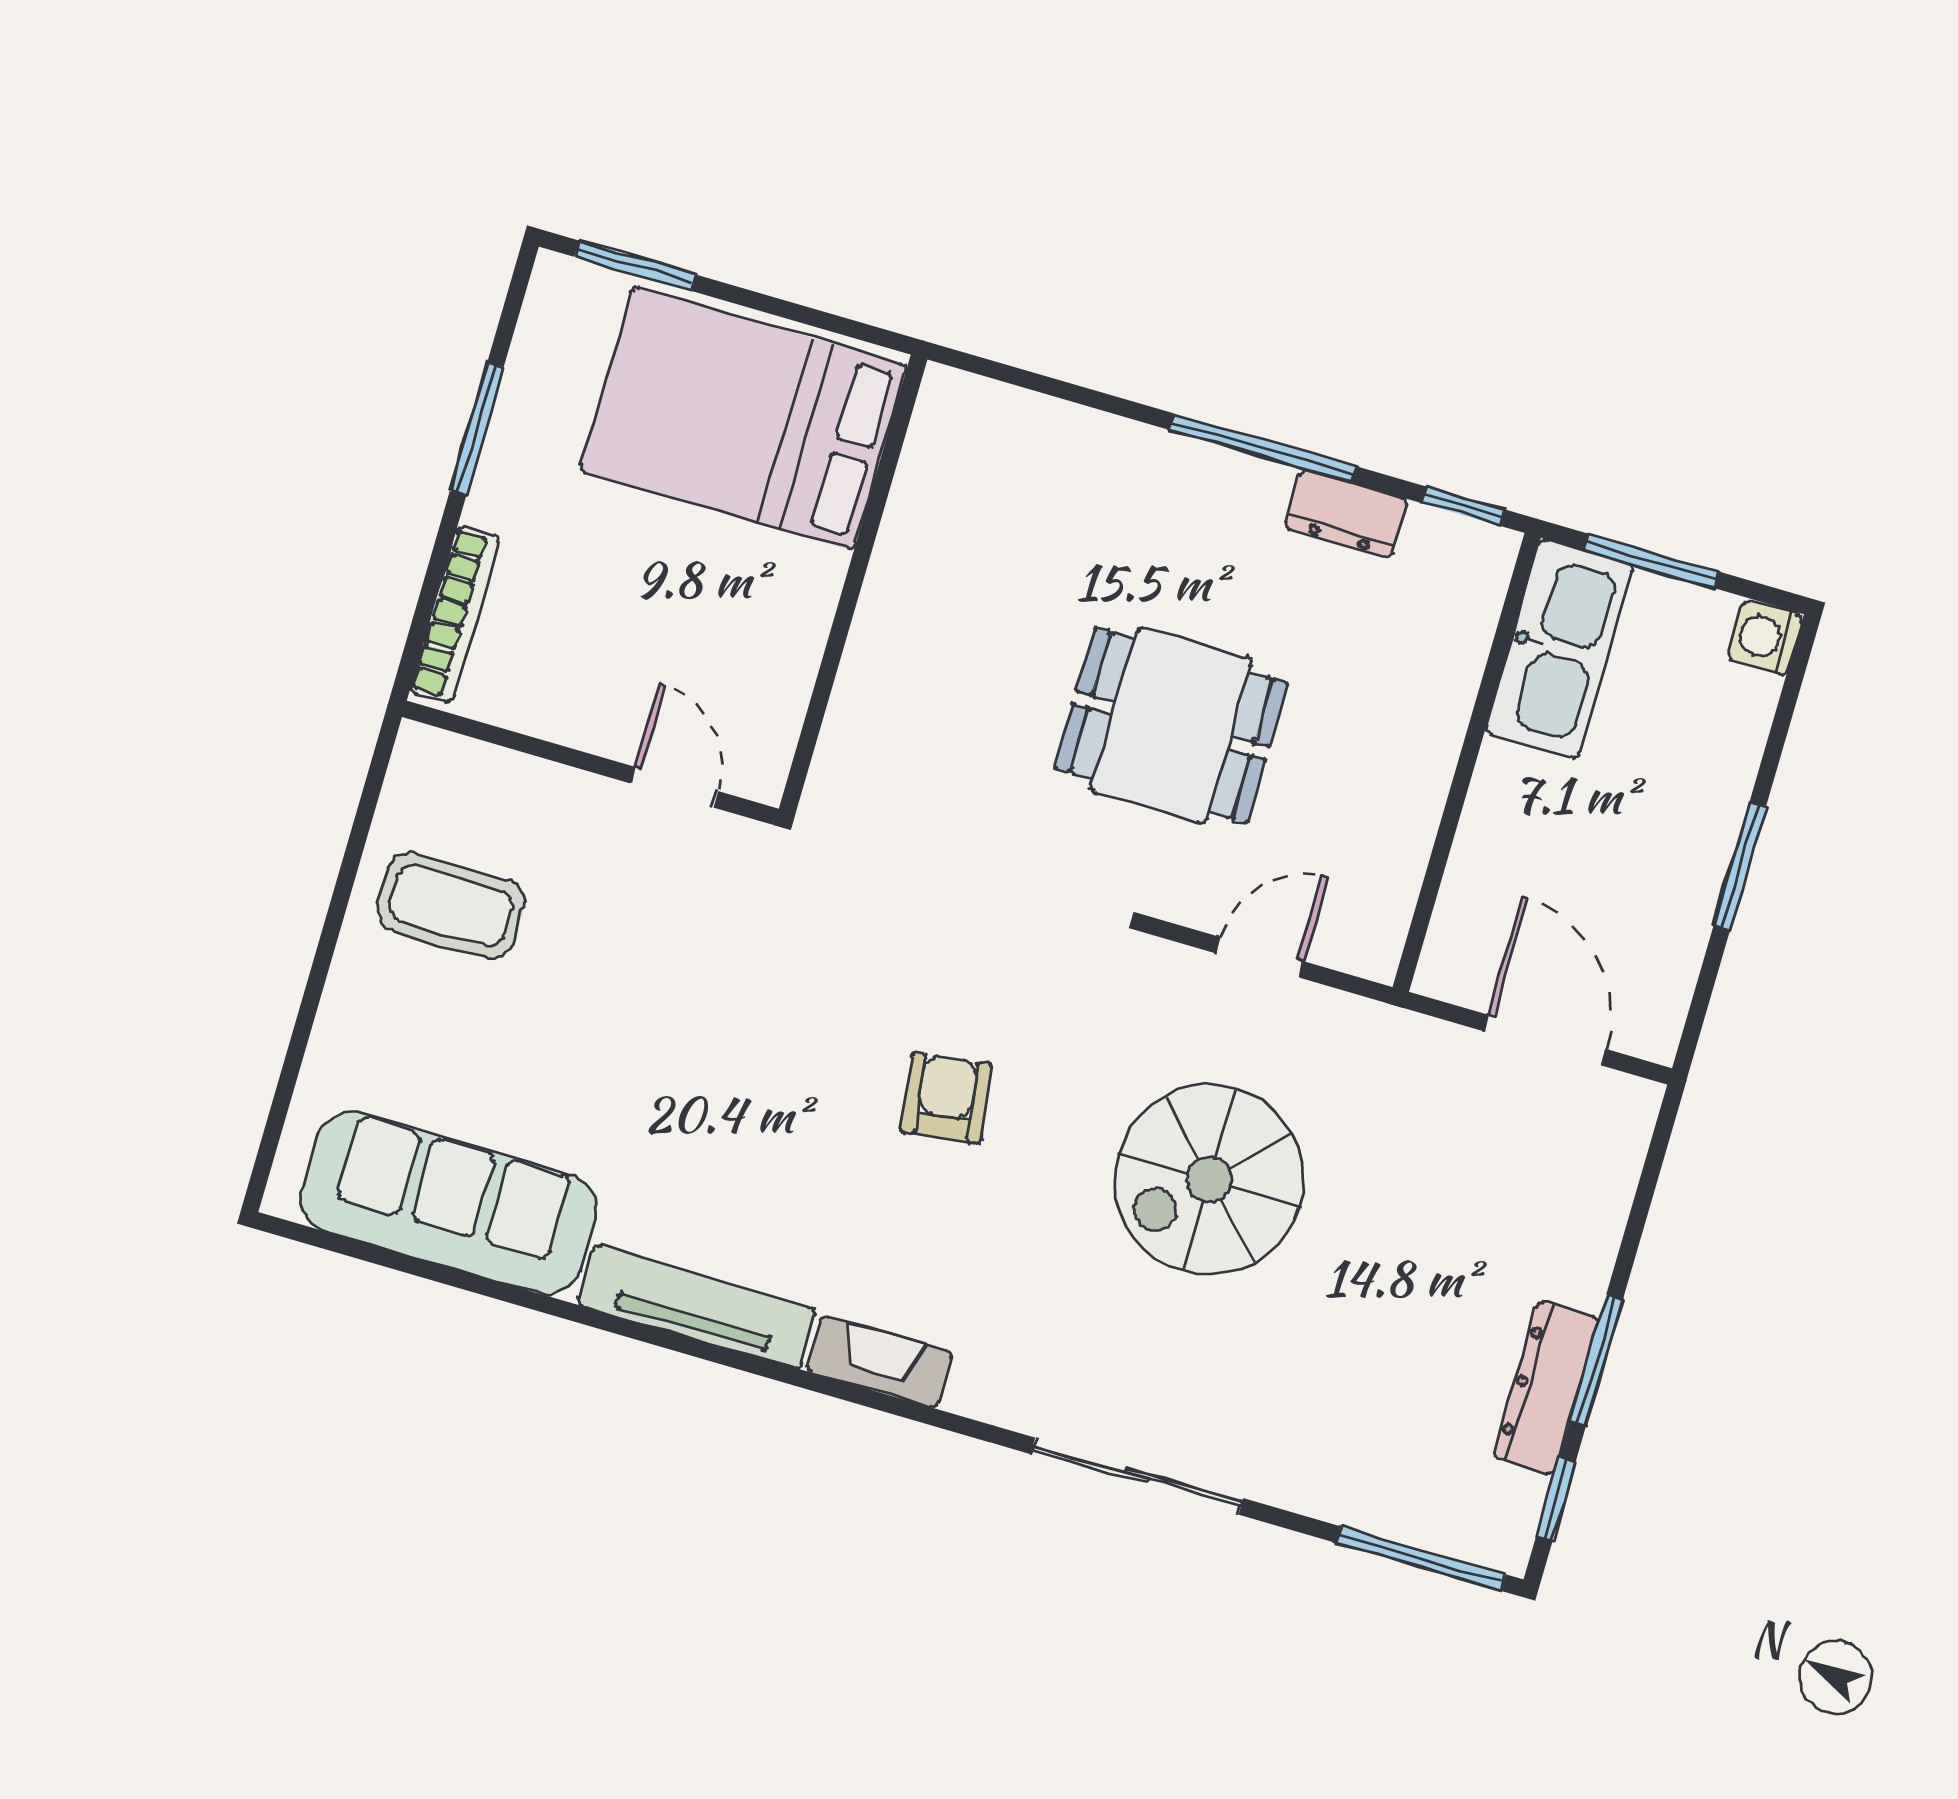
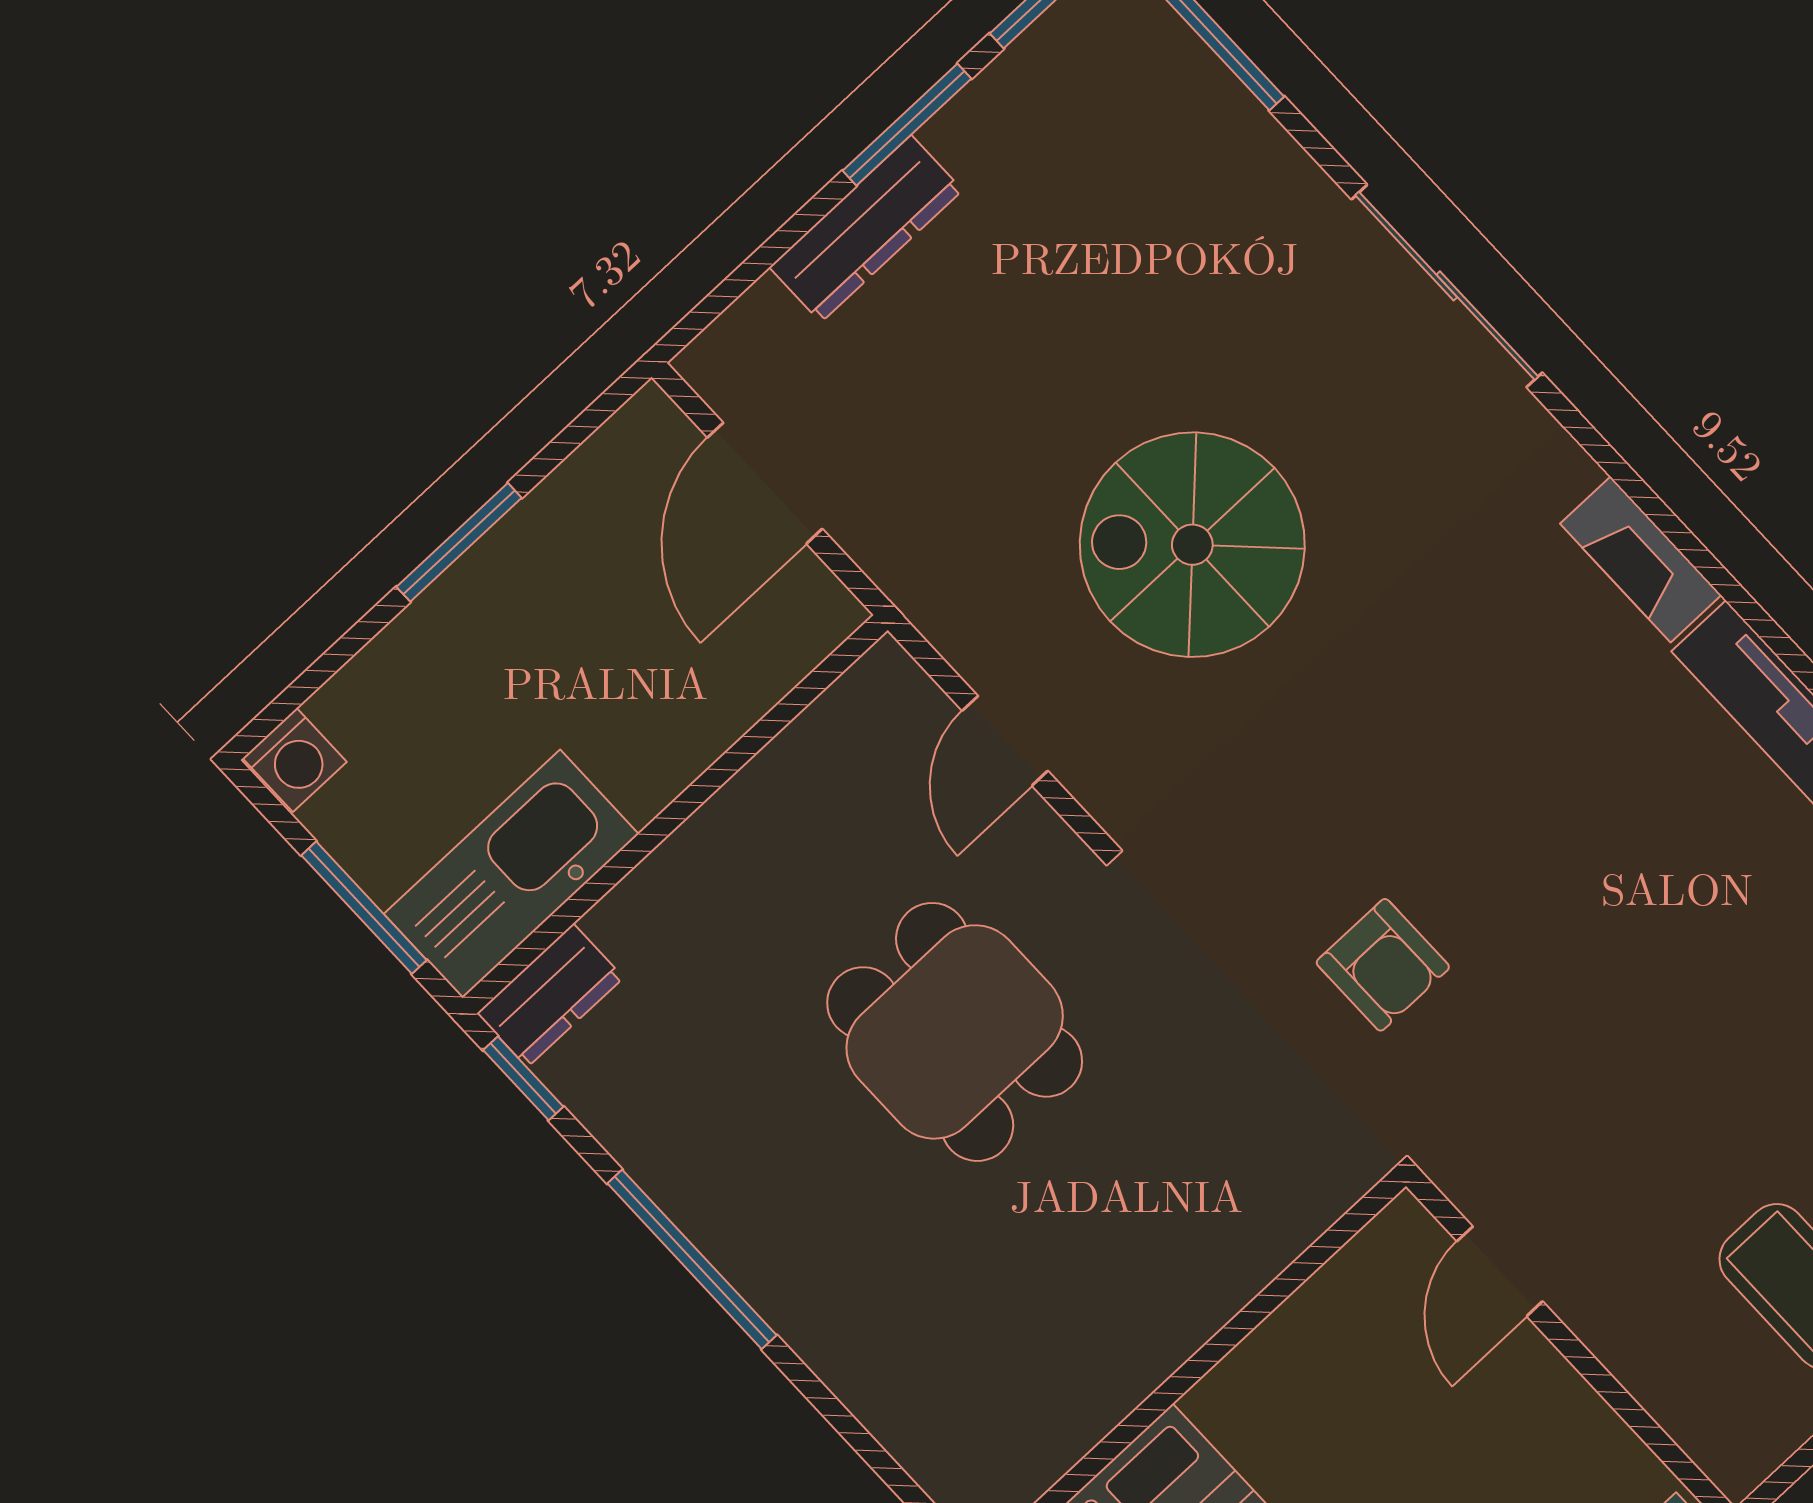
dresser: (1346, 514) -> (550, 995), moved, turned 90
door: (1260, 957) -> (1005, 741), hinge flipped
armchair: (946, 1098) -> (1383, 965), moved, turned -82
spiral stairs: (1209, 1180) -> (1192, 545), turned 180
dresser: (1546, 1388) -> (866, 229), moved

